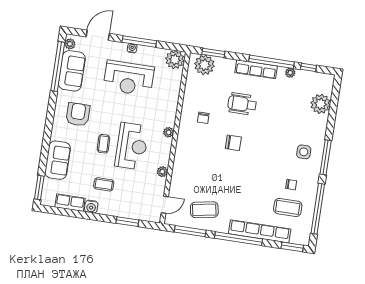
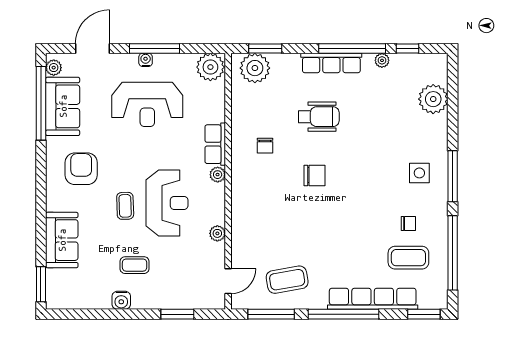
wheelchair: (242, 104) -> (319, 117), turned 180
row of seats: (70, 203) -> (215, 144), moved, turned -90

